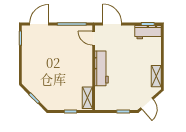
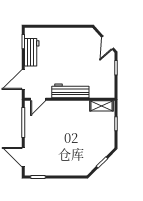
workbench: (148, 32) -> (32, 52), moved
shelving: (156, 76) -> (79, 33), removed
door: (147, 104) -> (108, 43), swing flipped

